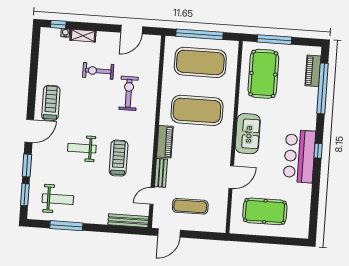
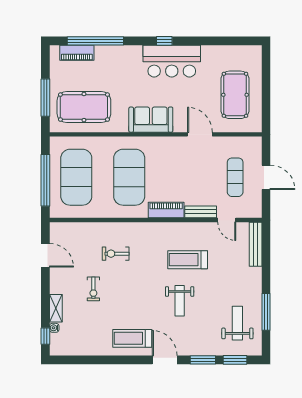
exercise bike: (98, 71) -> (93, 289), width x0.73, depth x0.72
exercise bike: (129, 93) -> (116, 254), width x0.73, depth x0.72
door: (169, 233) -> (266, 177), moved

